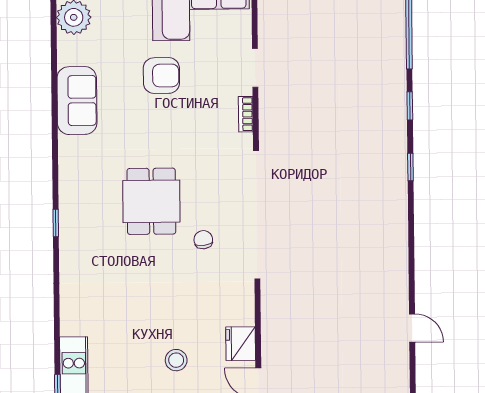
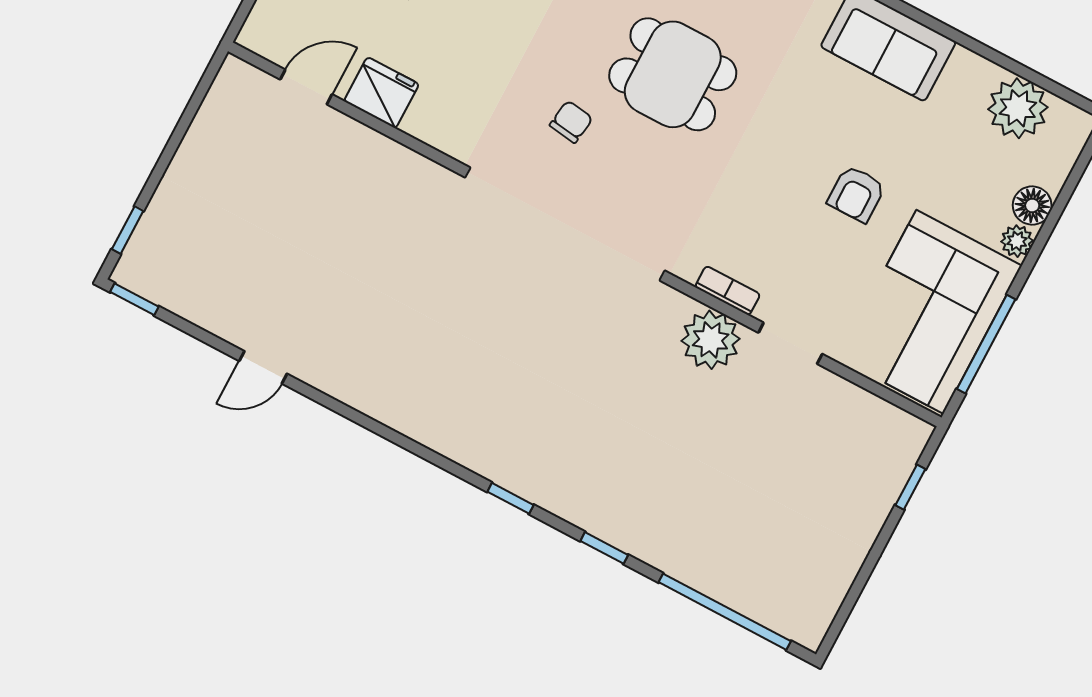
armchair: (161, 76) -> (856, 194), width x0.72, depth x0.72
plant: (275, 109) -> (711, 340), added
chair: (203, 240) -> (571, 122), turned -76

